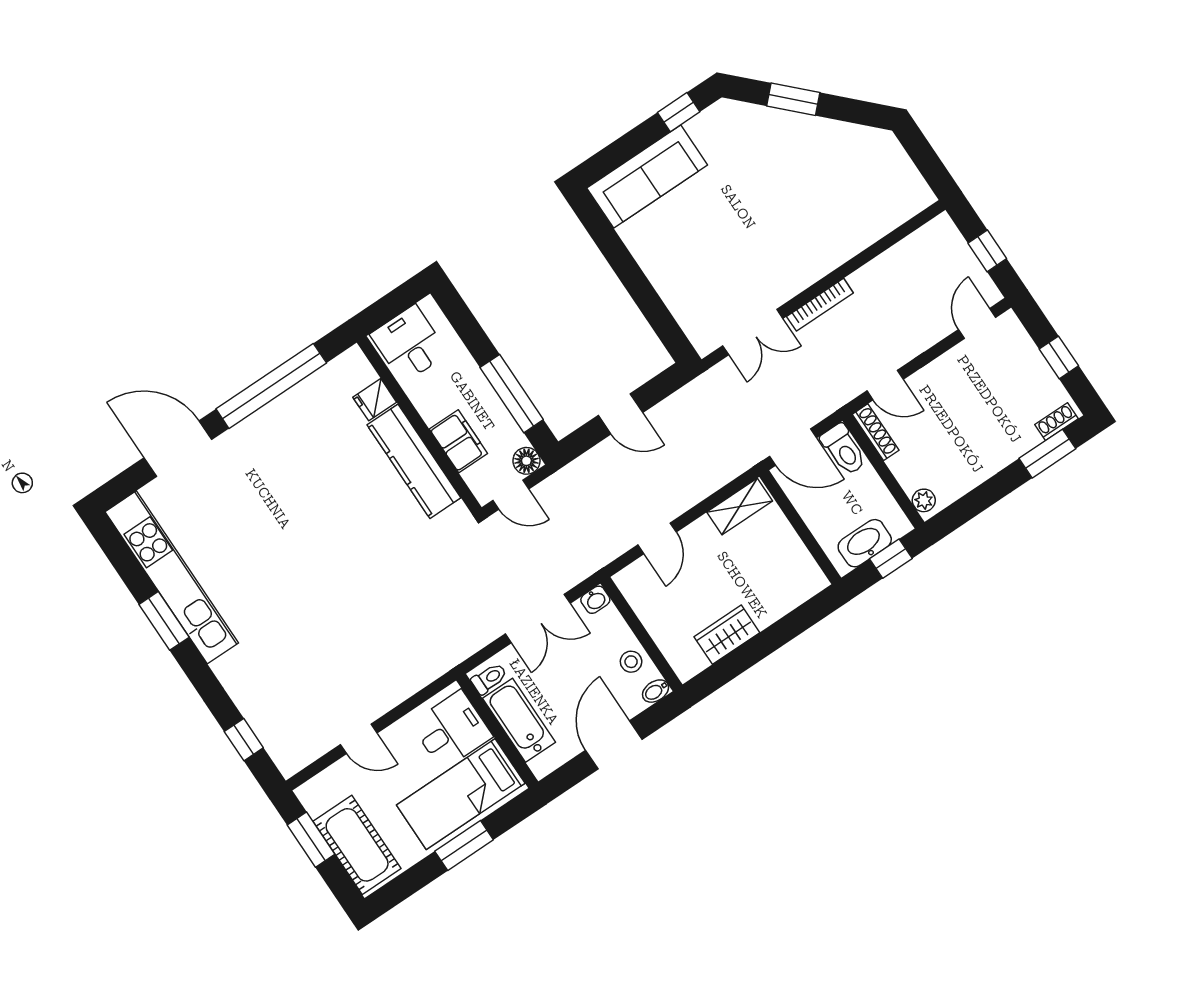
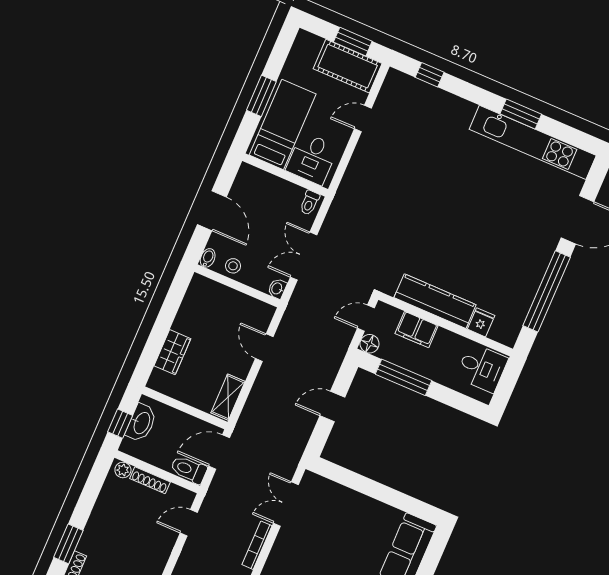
shoe rack: (876, 432) -> (150, 480), moved
wardrobe: (727, 635) -> (172, 352), moved
bathtub: (519, 720) -> (276, 190), removed
cot: (357, 845) -> (348, 66), moved

